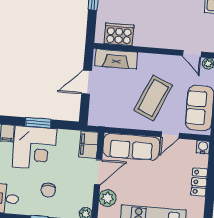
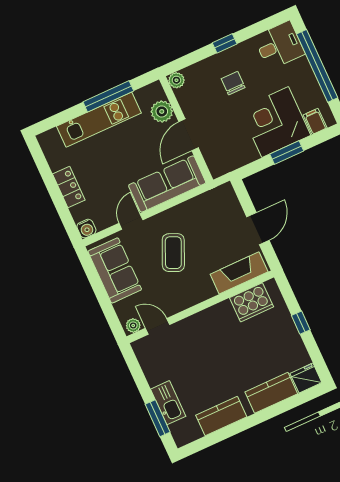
coffee table: (153, 98) -> (173, 253), width x0.73, depth x0.76
filing cabinet: (89, 145) -> (216, 160), removed

